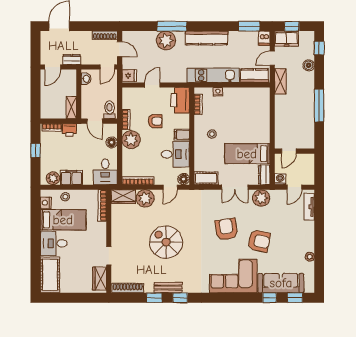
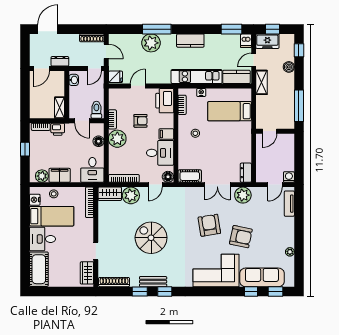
kitchen counter: (207, 38) -> (190, 41), width x0.67
door: (289, 151) -> (270, 131), moved
wall: (294, 151) -> (275, 131), moved
bed: (247, 154) -> (230, 111), moved
washing machine: (280, 179) -> (289, 177), moved

